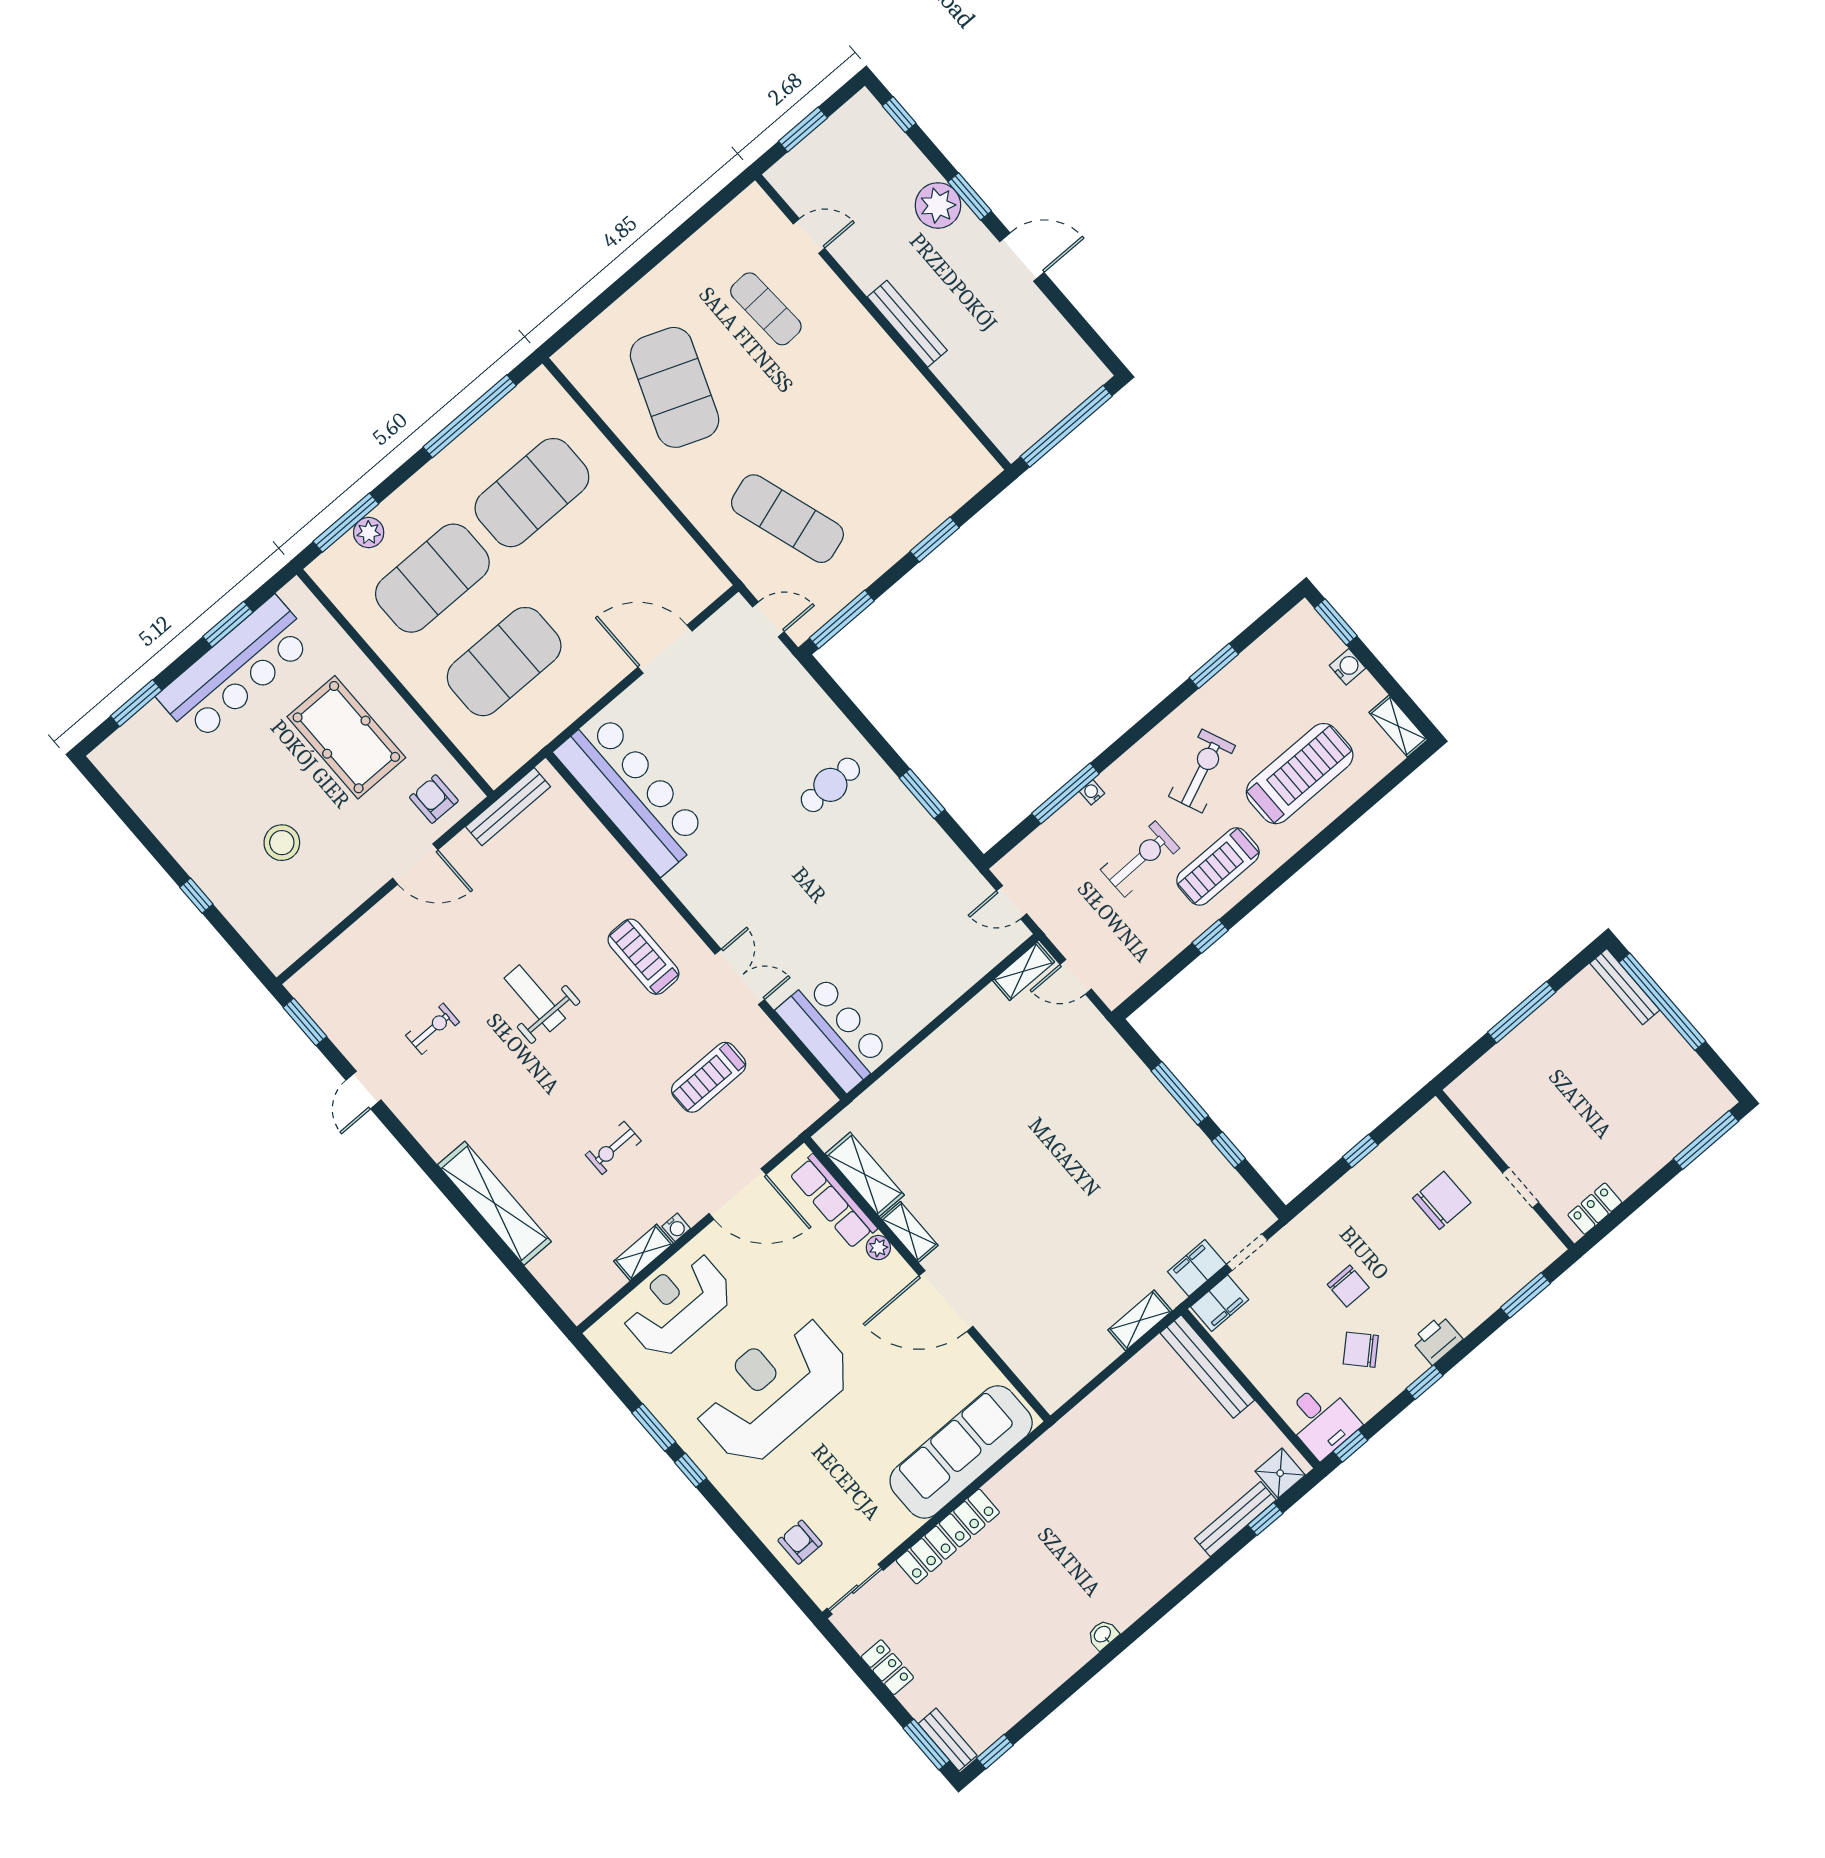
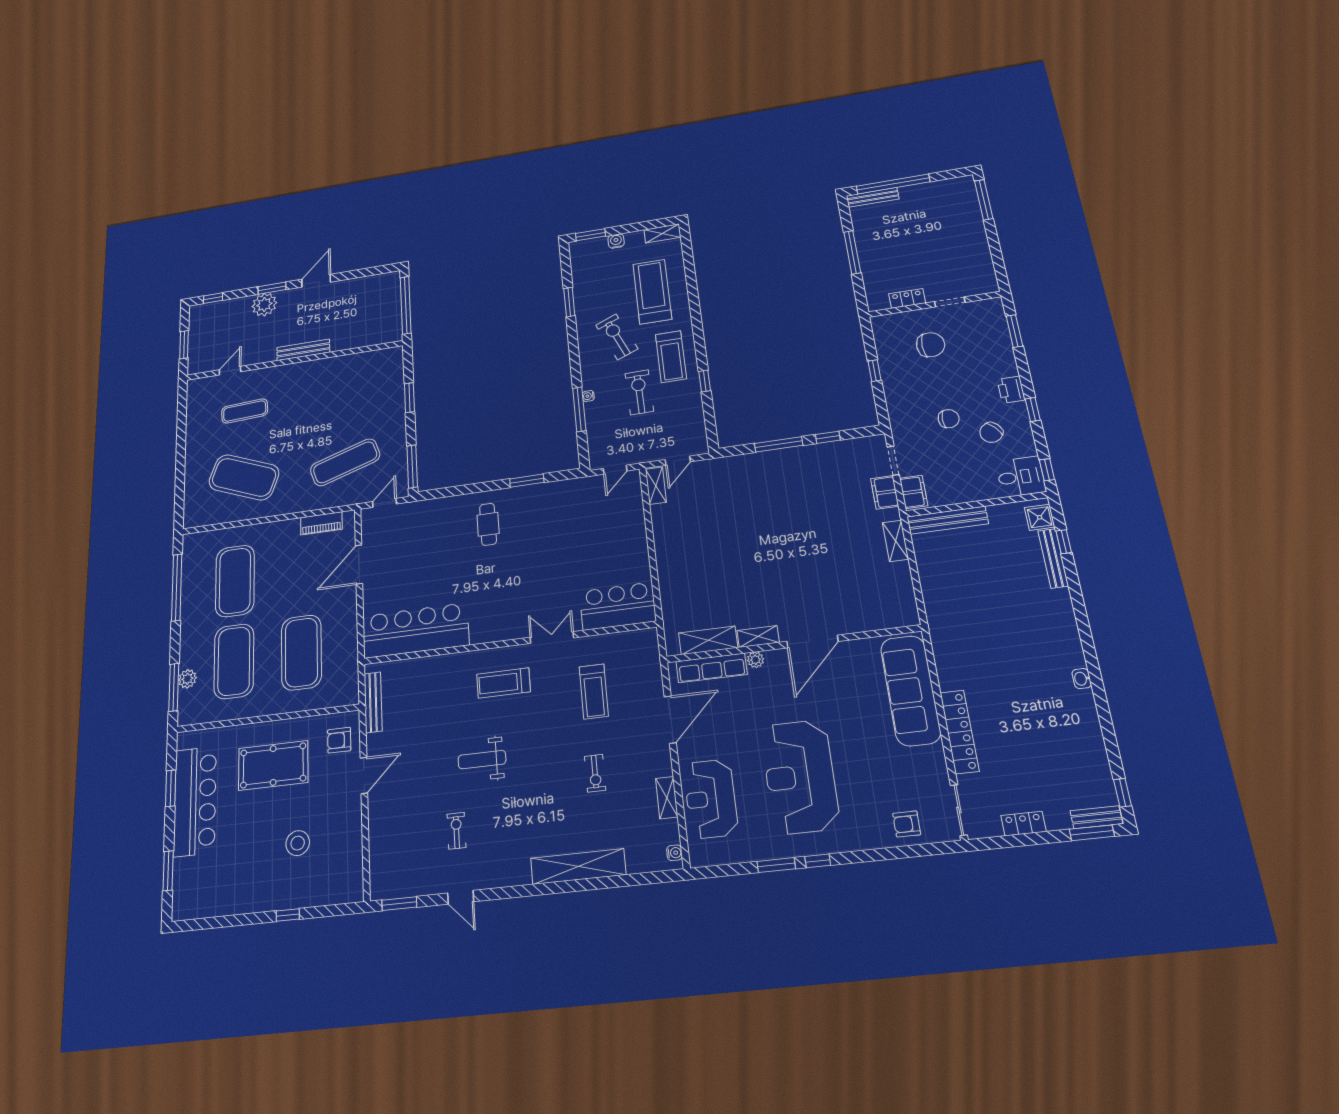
piano: (685, 552) -> (321, 523), added
chair: (1442, 1200) -> (931, 345), turned 90
locker: (1595, 1209) -> (907, 298), moved, turned 90
water cooler: (676, 1227) -> (674, 853), moved

